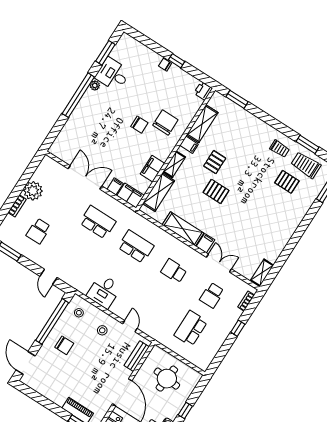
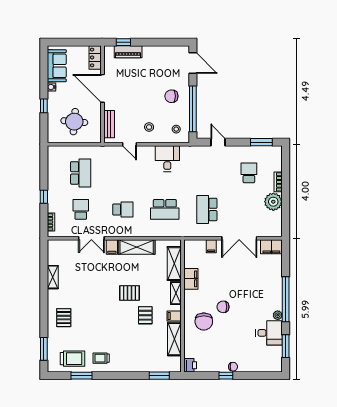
pallet: (287, 182) -> (64, 318), moved, turned 90
filing cabinet: (130, 195) -> (271, 247), moved
school desk: (98, 222) -> (207, 209), turned 90
shelving: (262, 273) -> (53, 277), moved

